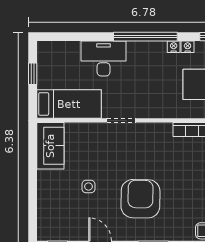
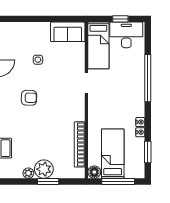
window: (145, 37) -> (148, 78), moved
desk: (103, 58) -> (126, 35), moved, turned -90
armchair: (140, 199) -> (29, 98), width x0.53, depth x0.53

